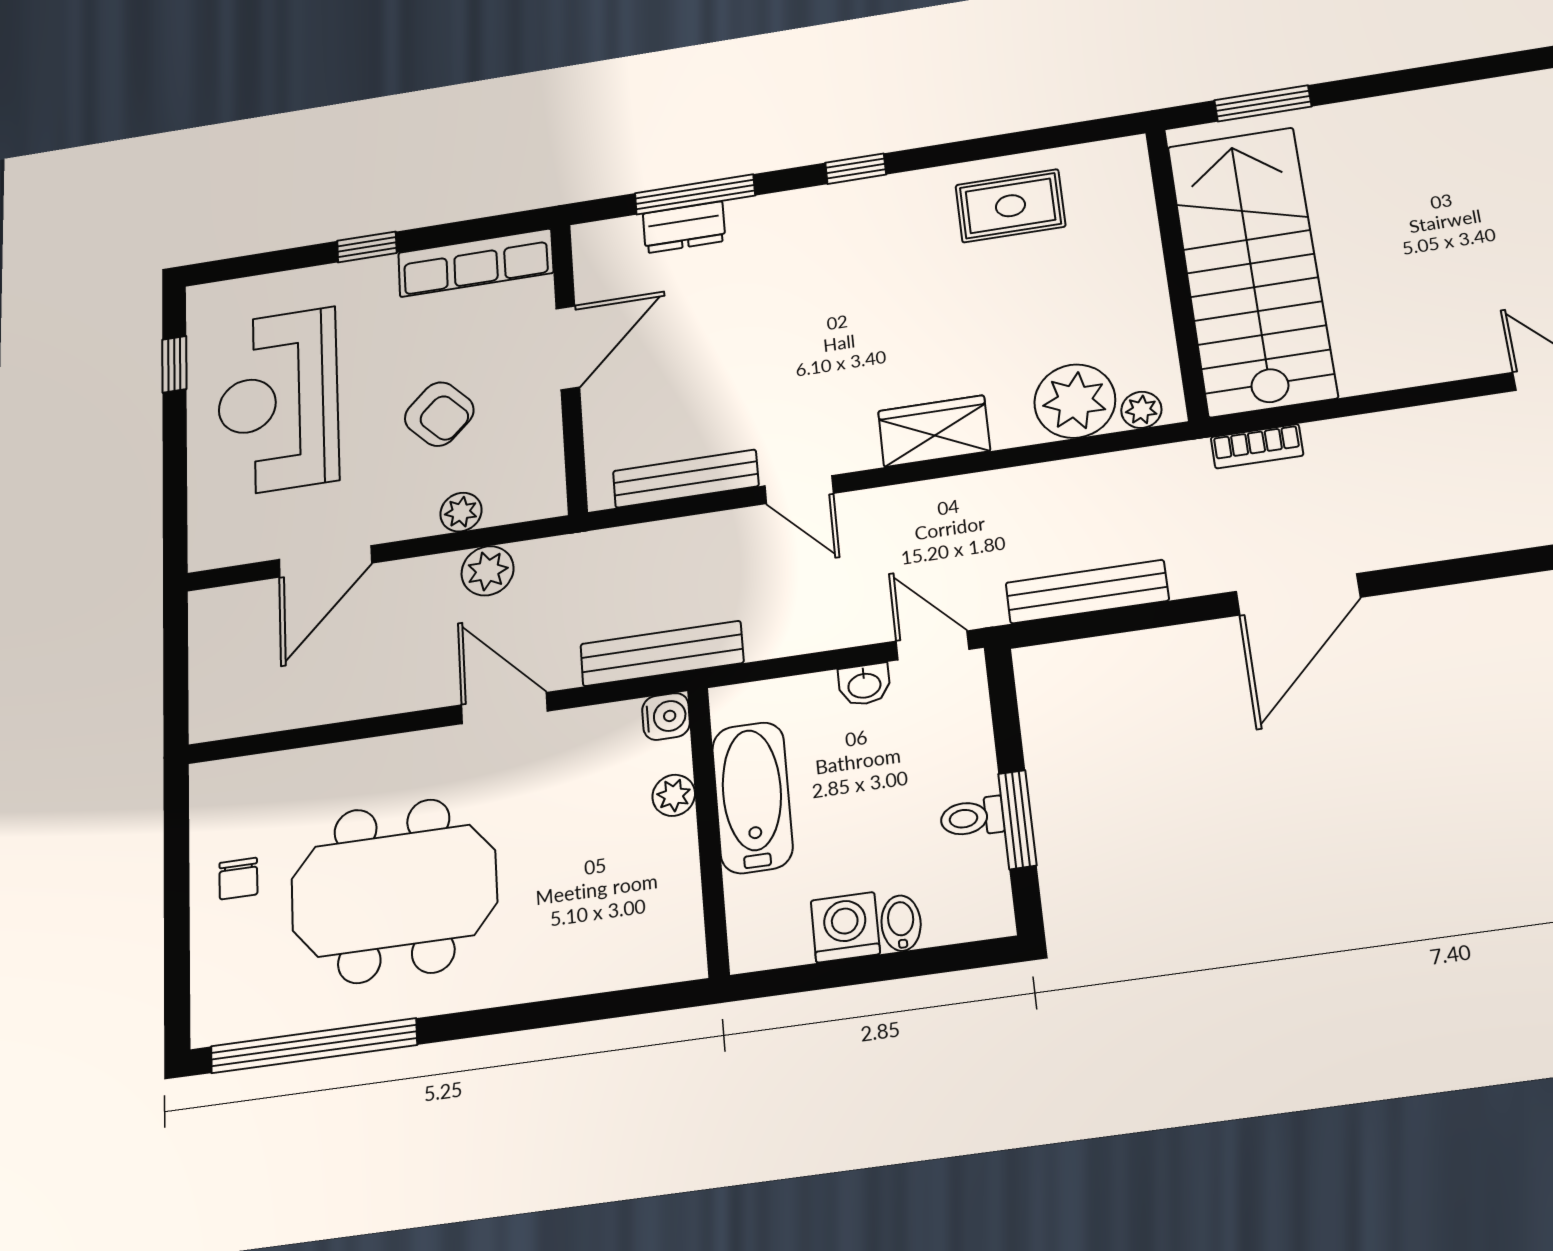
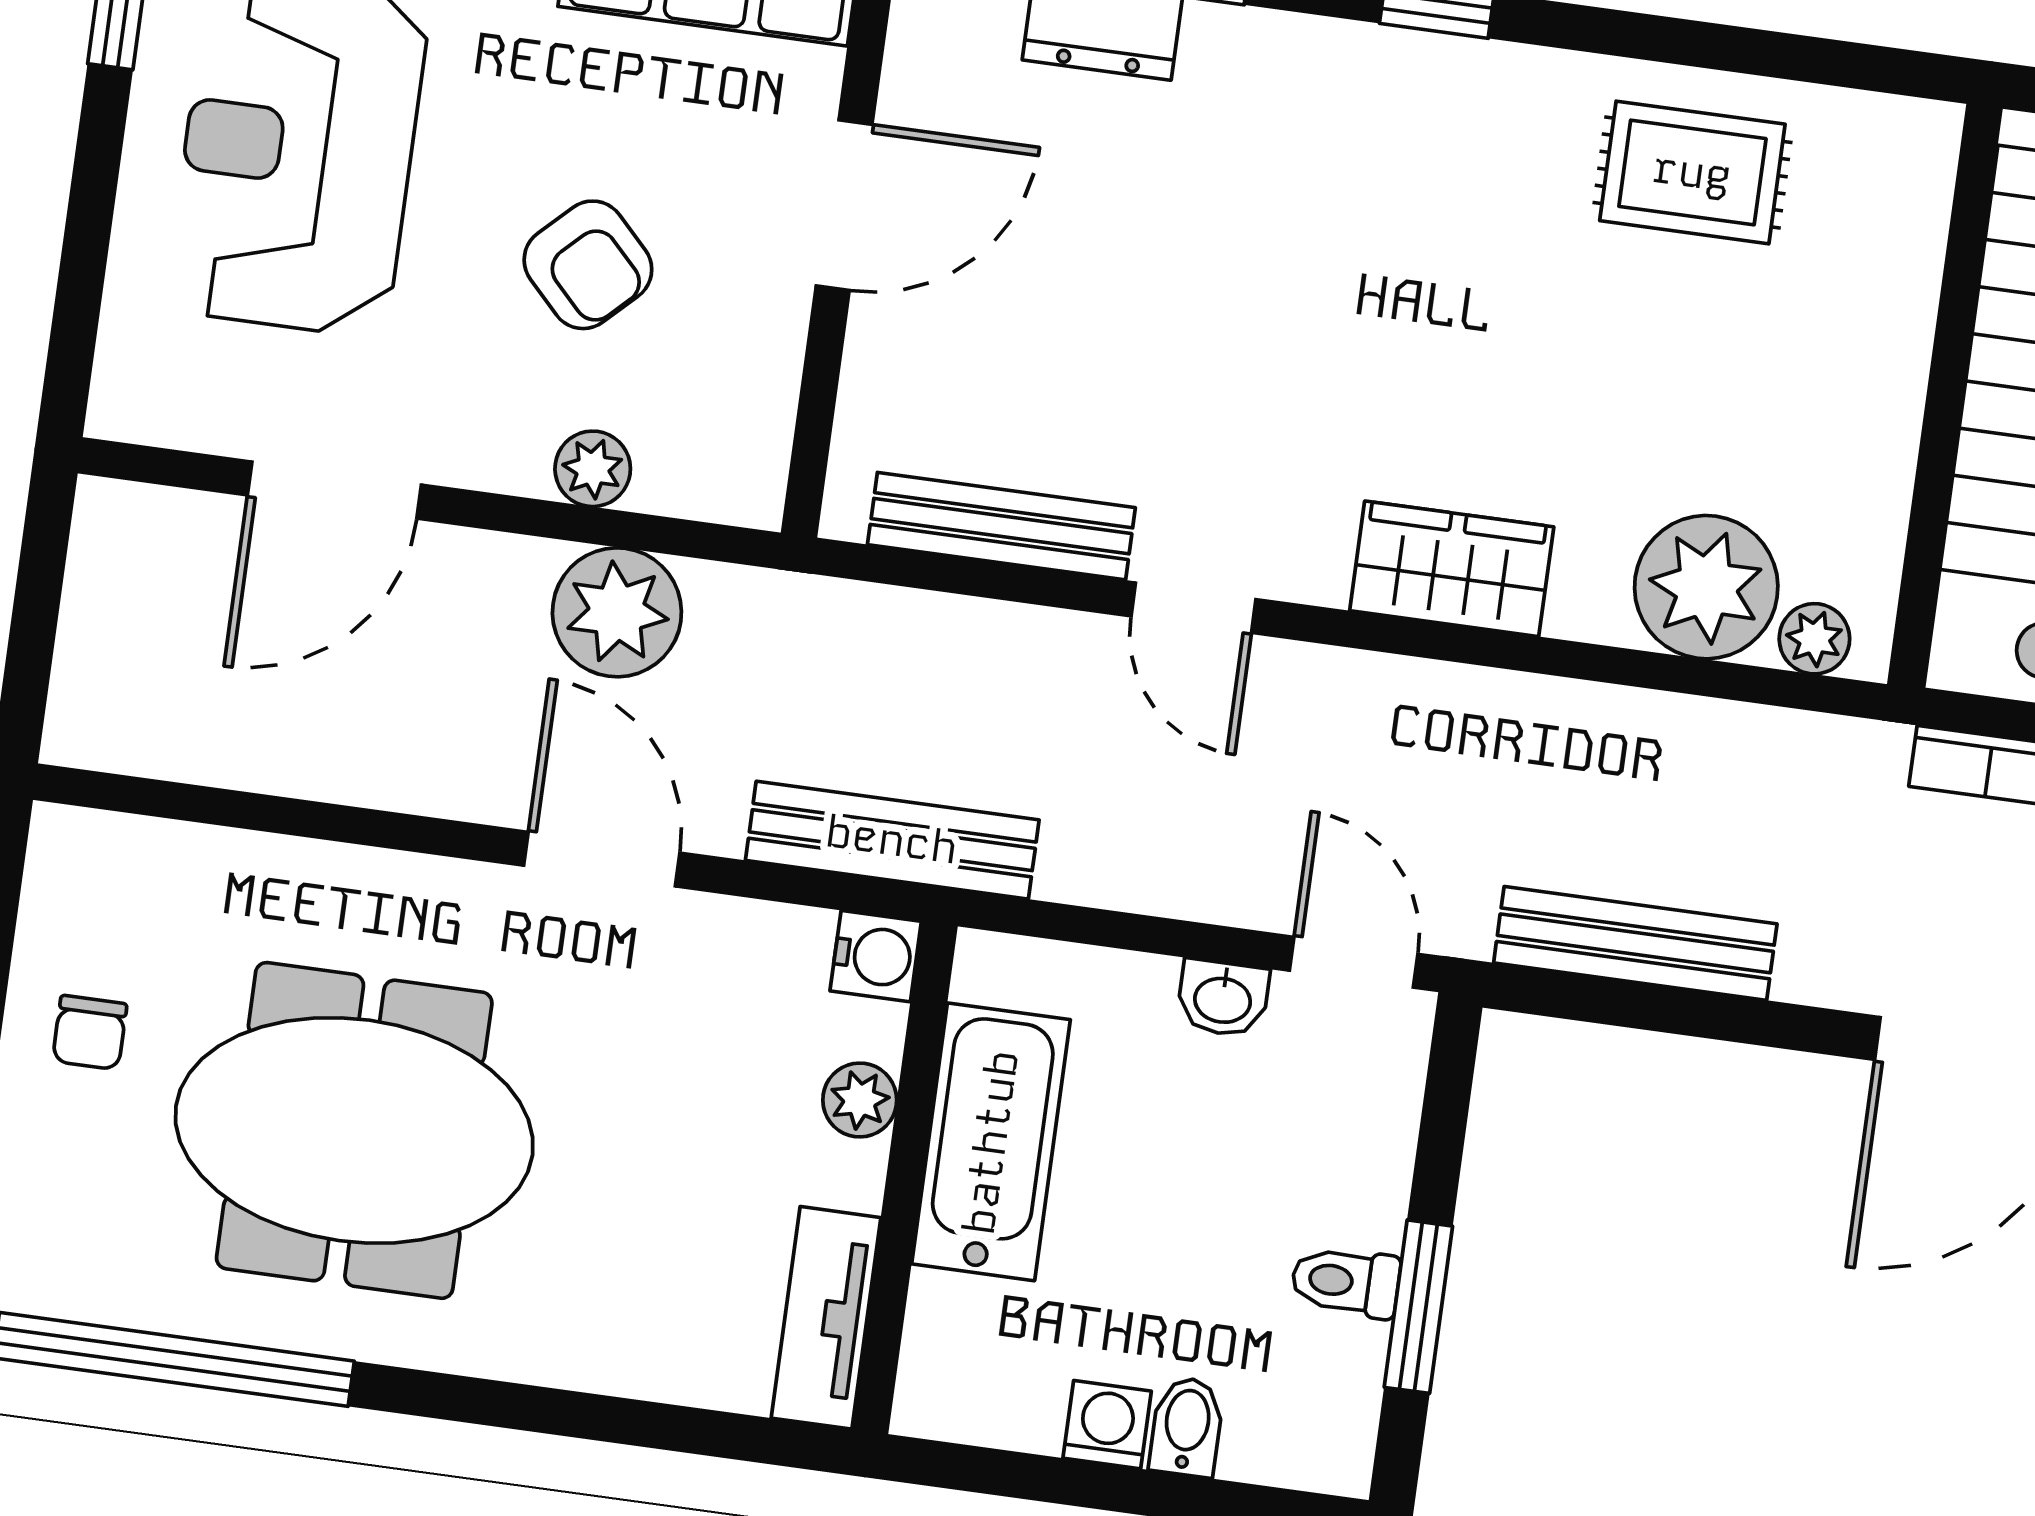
plant: (488, 571) -> (617, 612), width x1.36, depth x1.36
tv unit: (680, 920) -> (826, 1318), added
washing machine: (845, 927) -> (1107, 1425), width x0.73, depth x0.73

